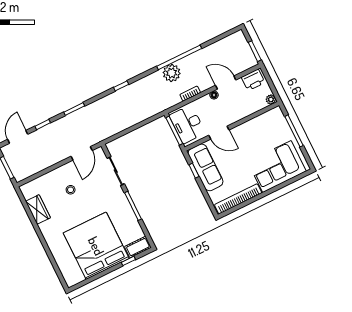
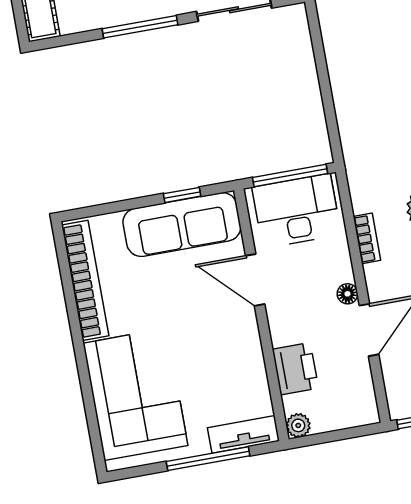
printer: (253, 80) -> (295, 369), moved, turned 180
tv unit: (280, 120) -> (243, 434), added
door: (219, 133) -> (255, 280), hinge flipped

